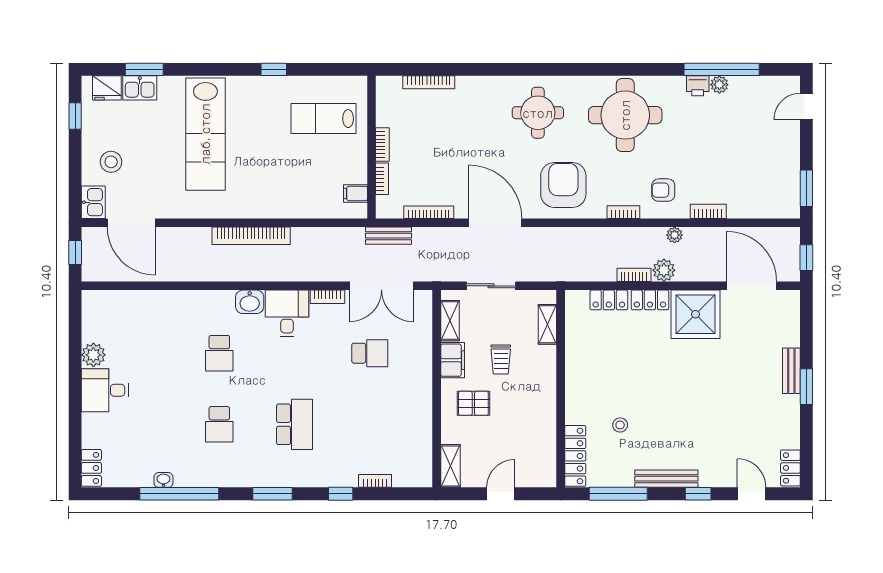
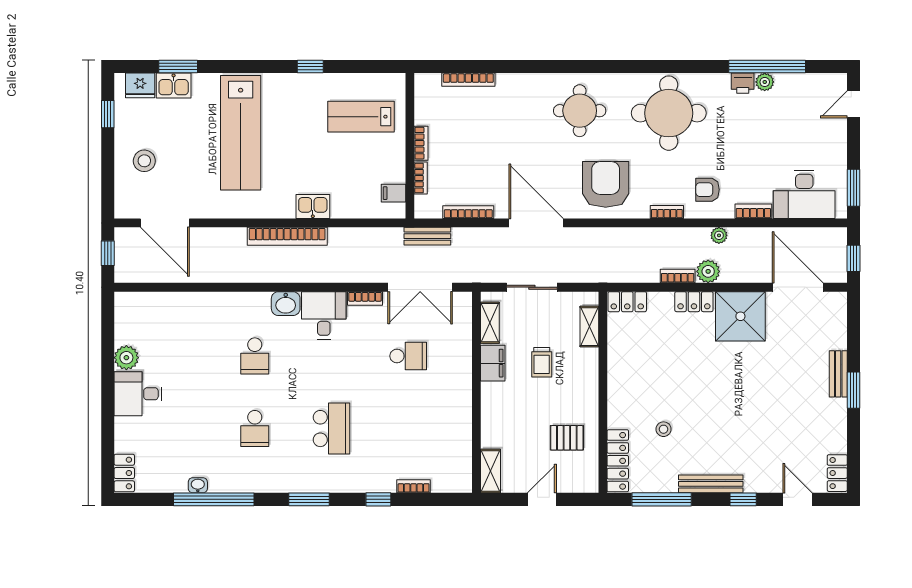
desk: (758, 195) -> (804, 194), added
kitchen sink: (93, 202) -> (313, 207), moved, turned -90
locker: (609, 300) -> (627, 302), moved
pallet: (473, 403) -> (567, 438), moved

